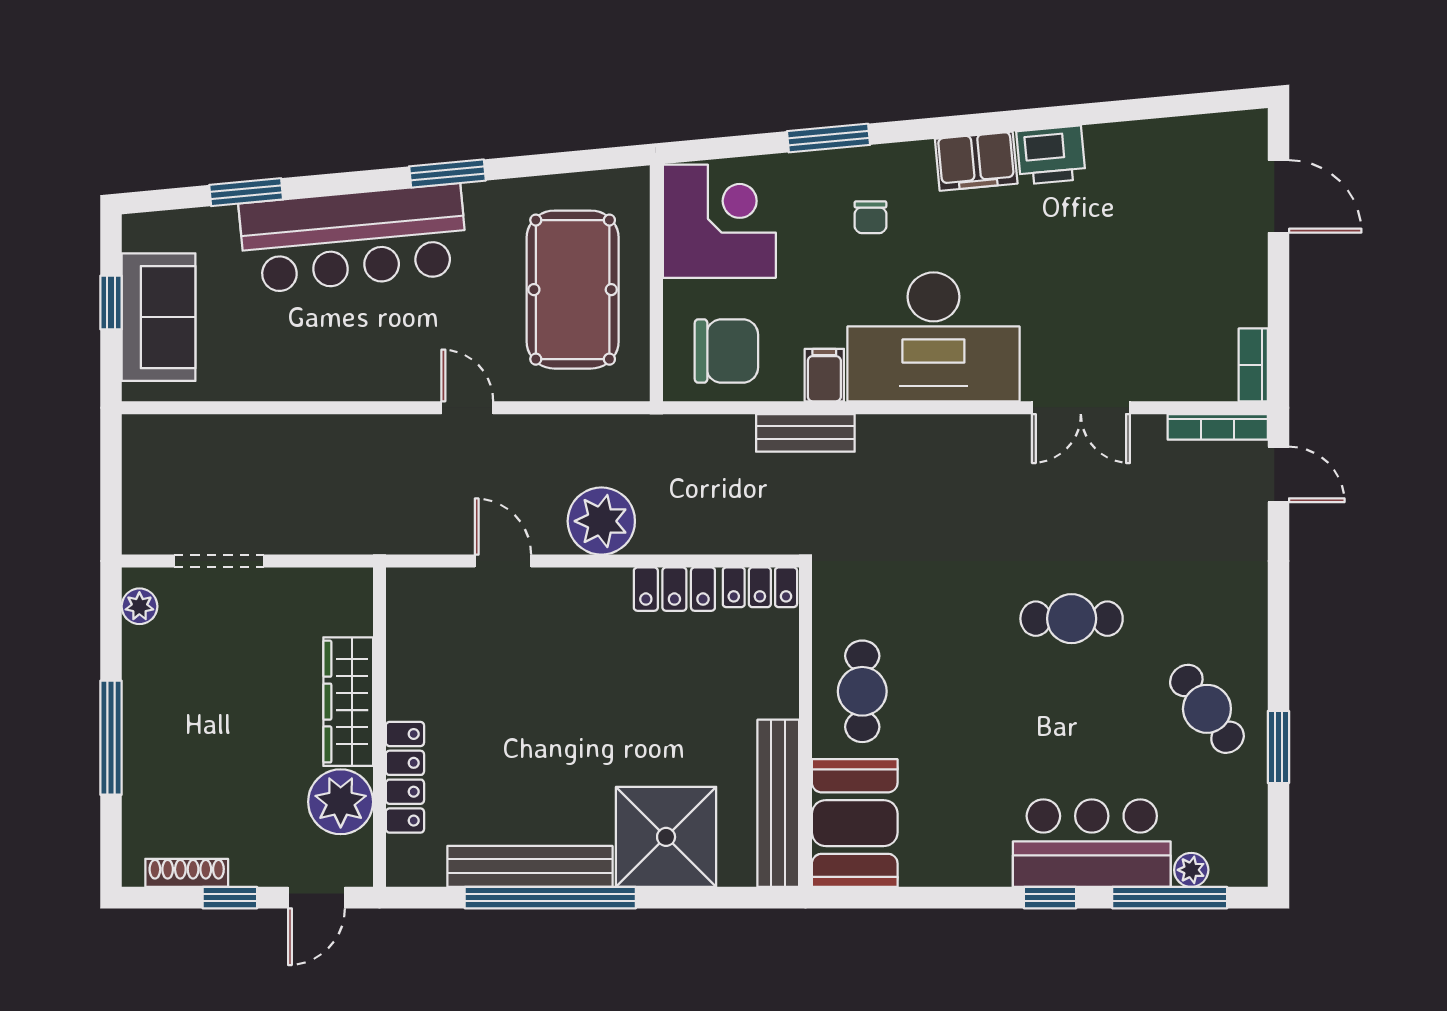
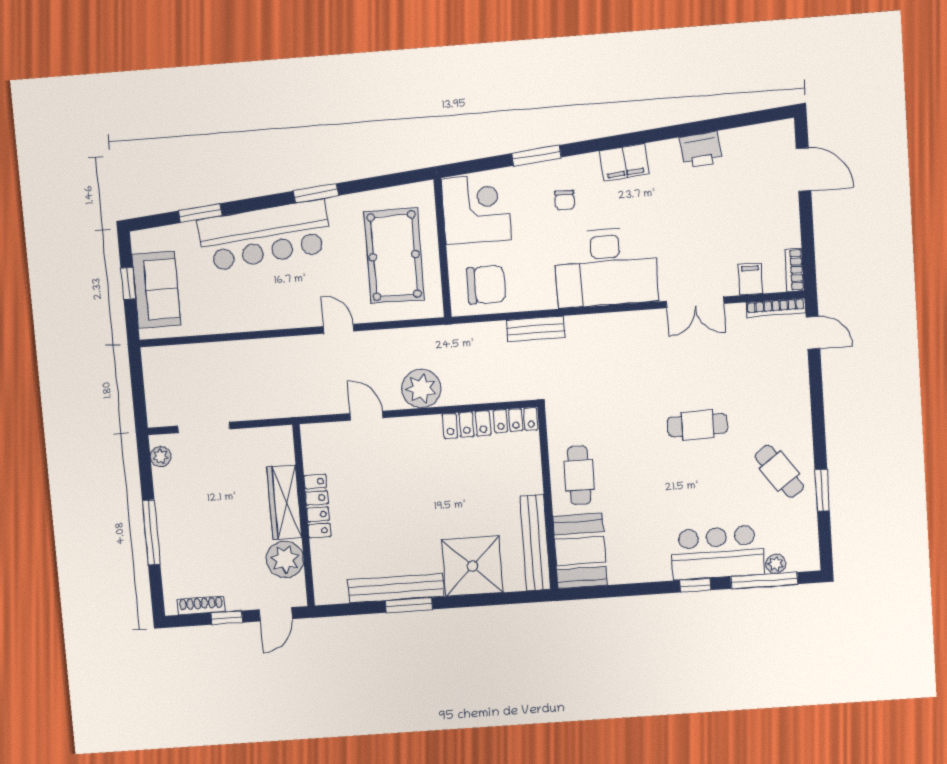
printer: (1051, 155) -> (701, 150), moved
filing cabinet: (824, 375) -> (751, 279), moved
locker: (405, 777) -> (317, 506), moved
window: (550, 898) -> (409, 605), width x0.47

